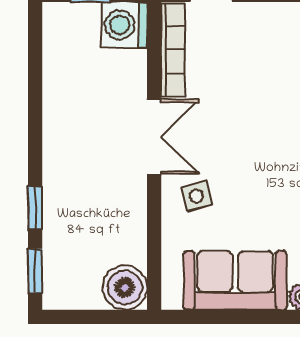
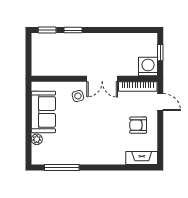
armchair: (267, 49) -> (138, 125), added
boiler: (125, 288) -> (40, 67), removed

